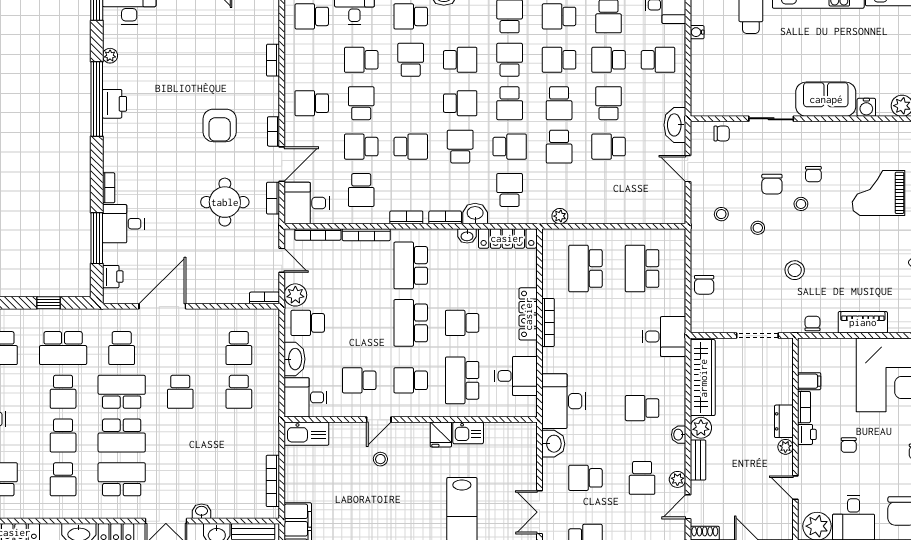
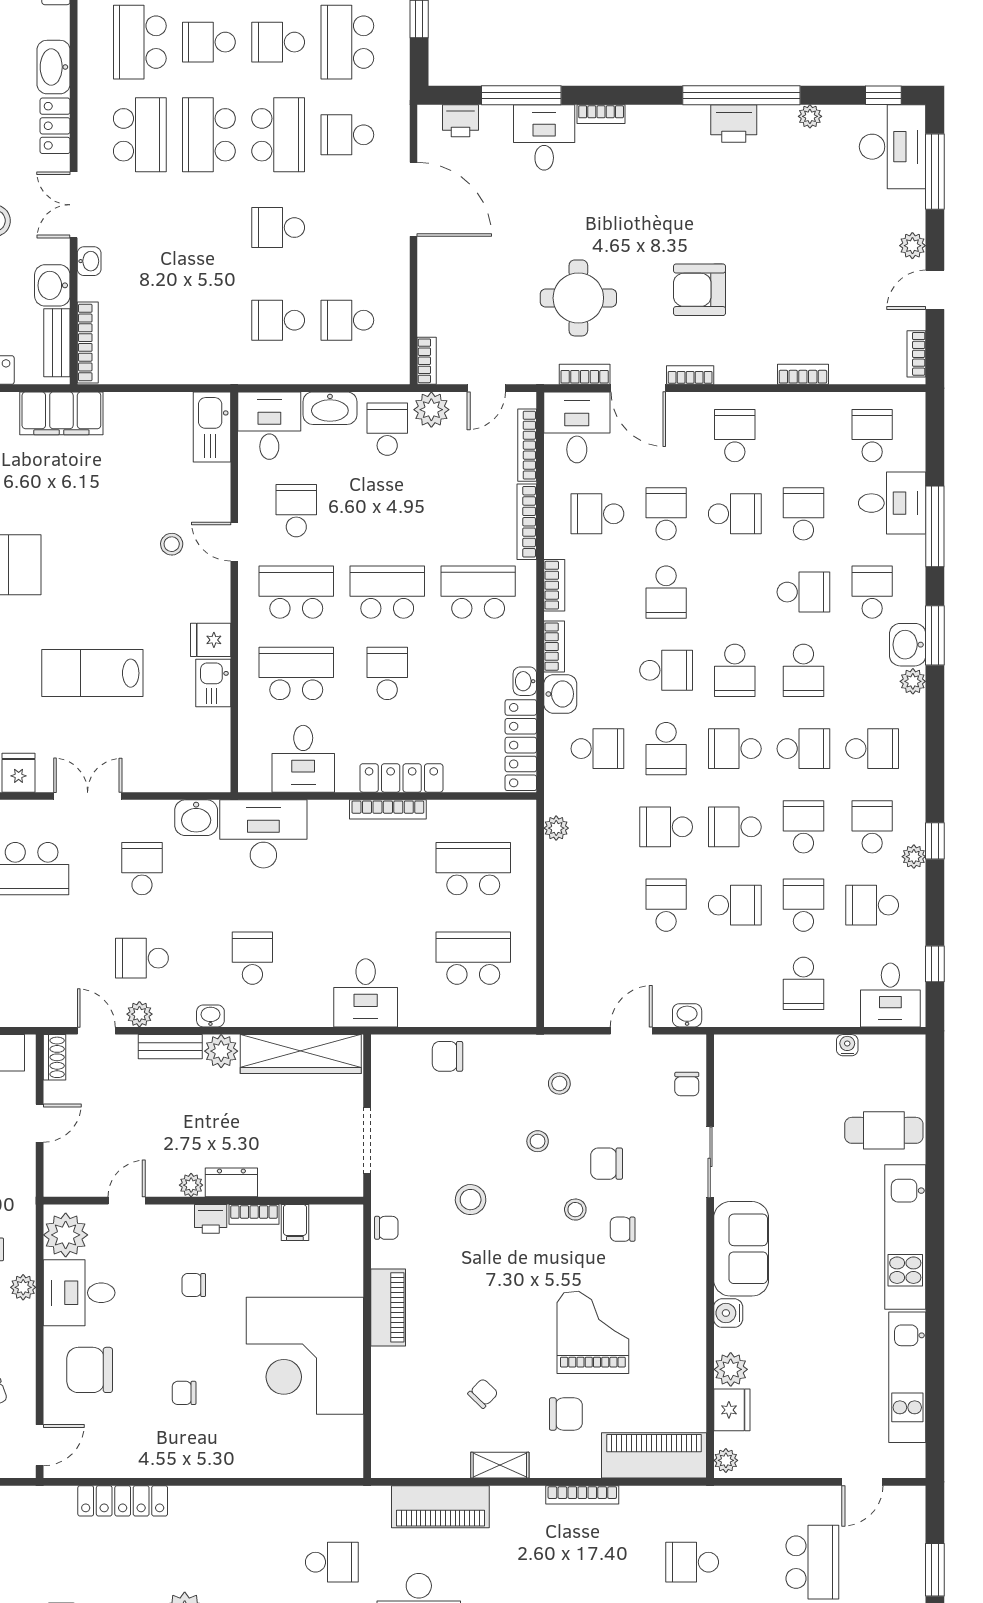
washbasin: (675, 125) -> (687, 1015), width x0.52, depth x0.69
school desk: (411, 380) -> (296, 592), width x1.85
school desk: (63, 479) -> (140, 42), width x1.85
bookcase: (273, 481) -> (88, 342), moved, turned 90

